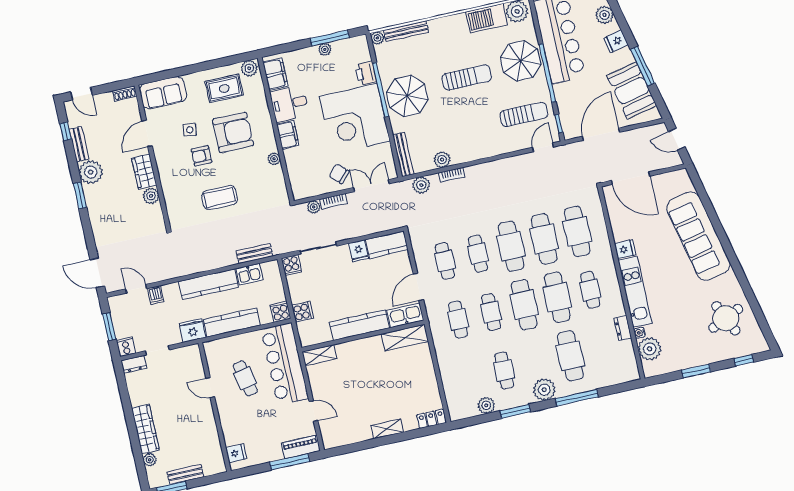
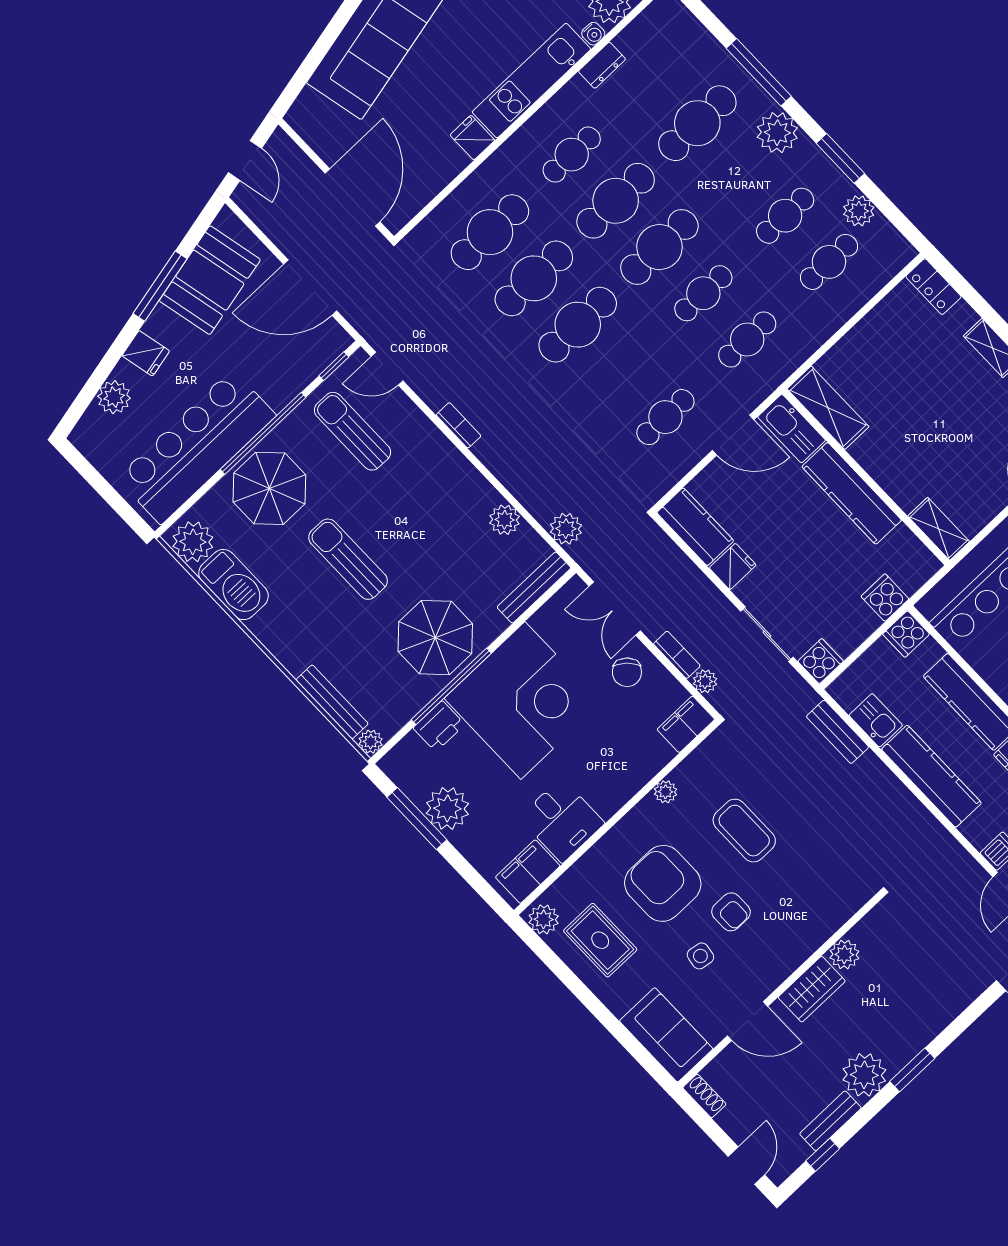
plant: (325, 49) -> (447, 808), width x1.87, depth x1.87
filing cabinet: (288, 135) -> (686, 724), moved
bookcase: (452, 175) -> (459, 425), moved
coffee table: (220, 198) -> (744, 831), moved
cafe table: (478, 254) -> (829, 262), moved

